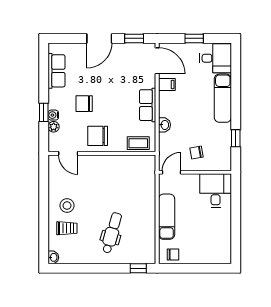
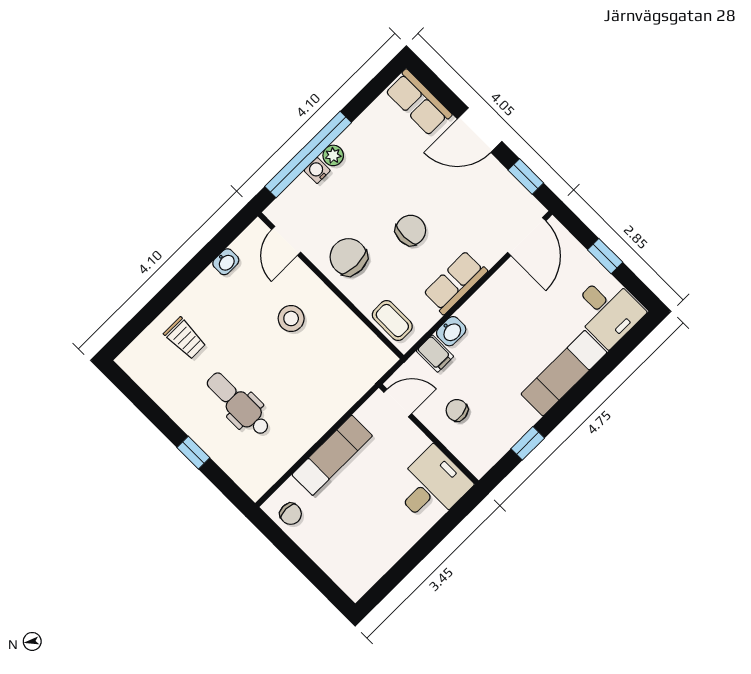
row of seats: (57, 71) -> (418, 103), moved, turned 90
filing cabinet: (167, 84) -> (435, 354), moved
chair: (84, 104) -> (411, 230), moved, turned 90
window: (44, 112) -> (308, 154), width x3.17
plant: (54, 127) -> (333, 155), moved
stool: (67, 206) -> (291, 318), moved
dental chair: (112, 233) -> (238, 404), turned -106
washbasin: (53, 257) -> (226, 262), moved
window: (138, 268) -> (193, 453), moved

